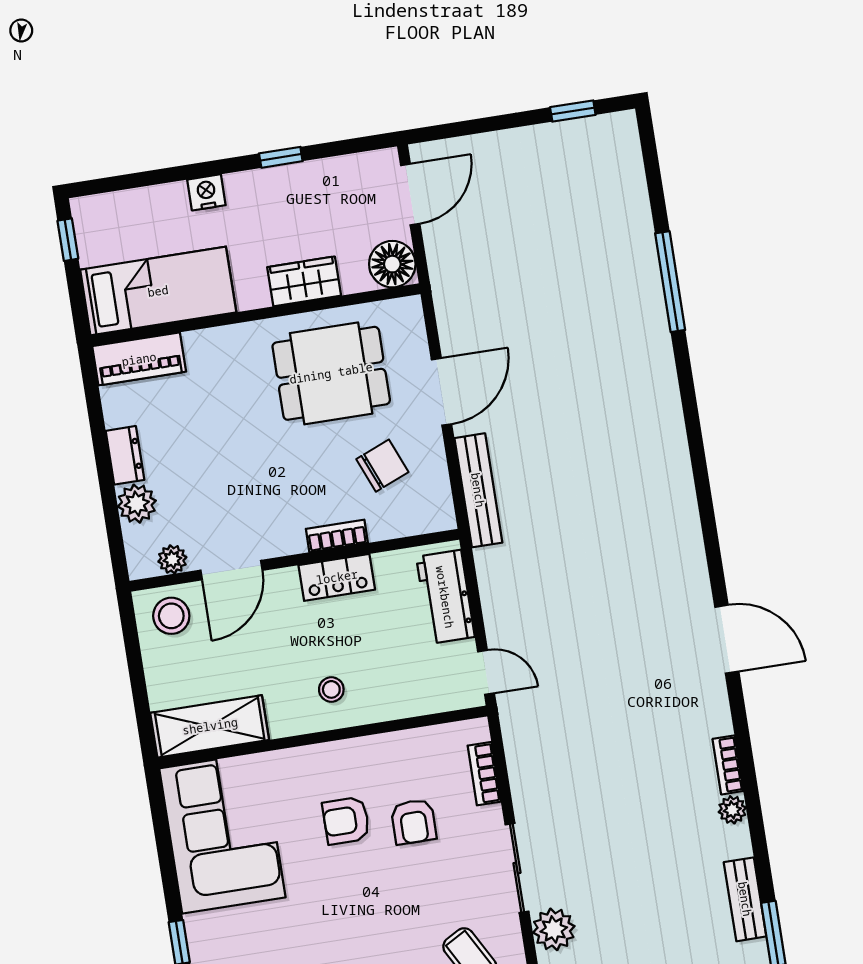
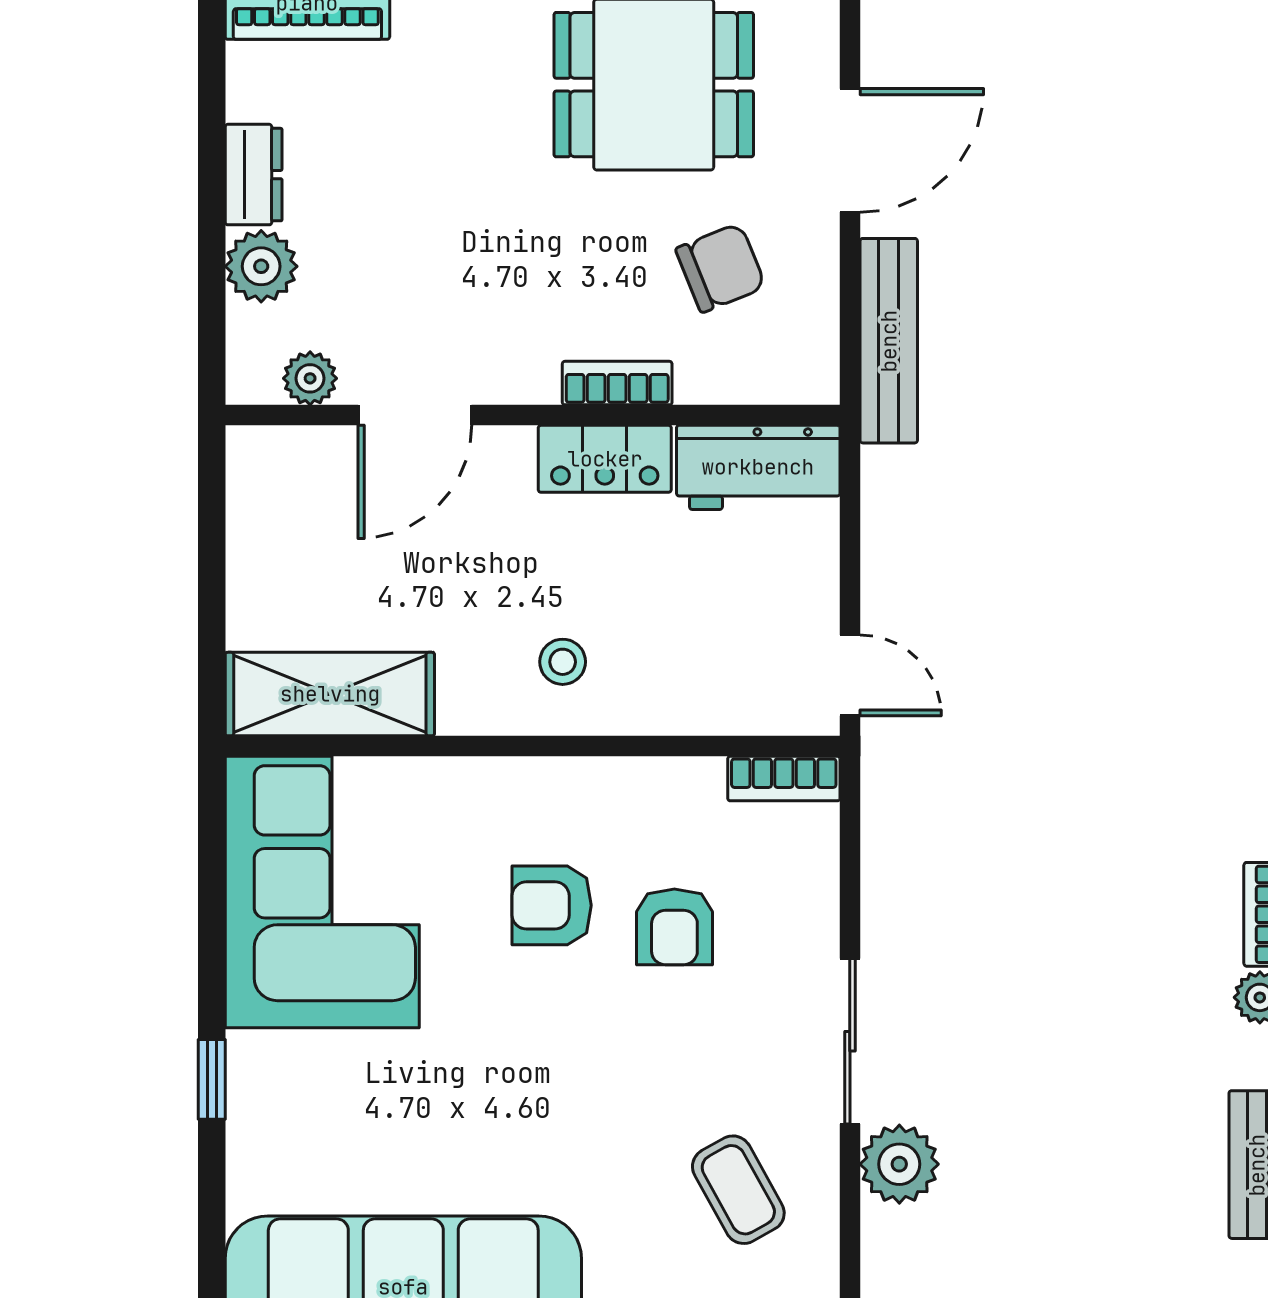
workbench: (445, 597) -> (758, 467), moved, turned -90
stool: (171, 616) -> (292, 481), removed
bookcase: (484, 774) -> (784, 779), moved, turned -90

